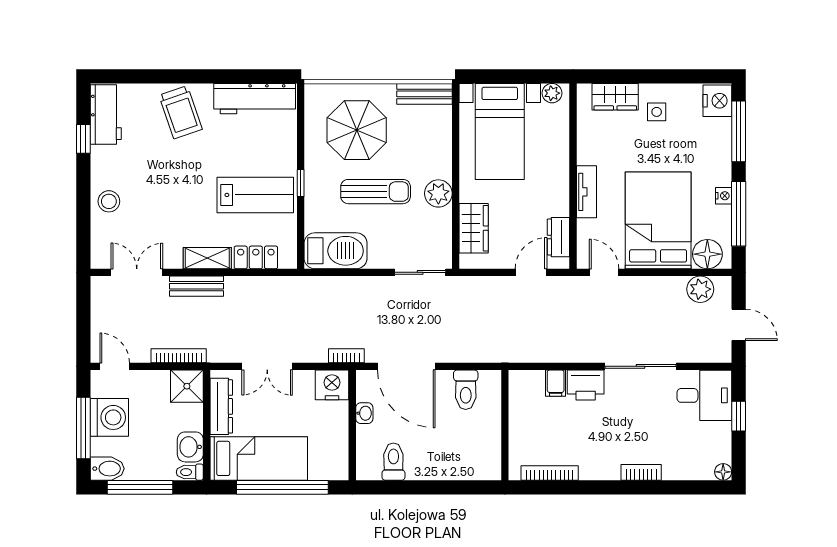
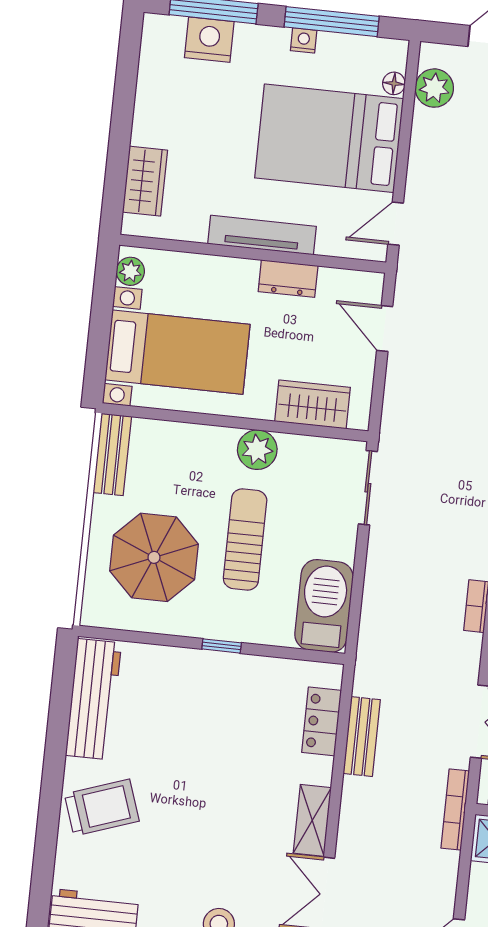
nightstand: (717, 101) -> (209, 40), moved
side table: (657, 112) -> (173, 124), removed
tv unit: (587, 192) -> (262, 235), width x1.41
lab bench: (255, 195) -> (232, 713), removed
dresser: (558, 237) -> (288, 279), moved
floor lamp: (707, 254) -> (394, 83), width x0.53, depth x0.53
shelving: (207, 258) -> (312, 820), moved
bench: (196, 286) -> (362, 737), moved
bookcase: (179, 356) -> (455, 809), moved

